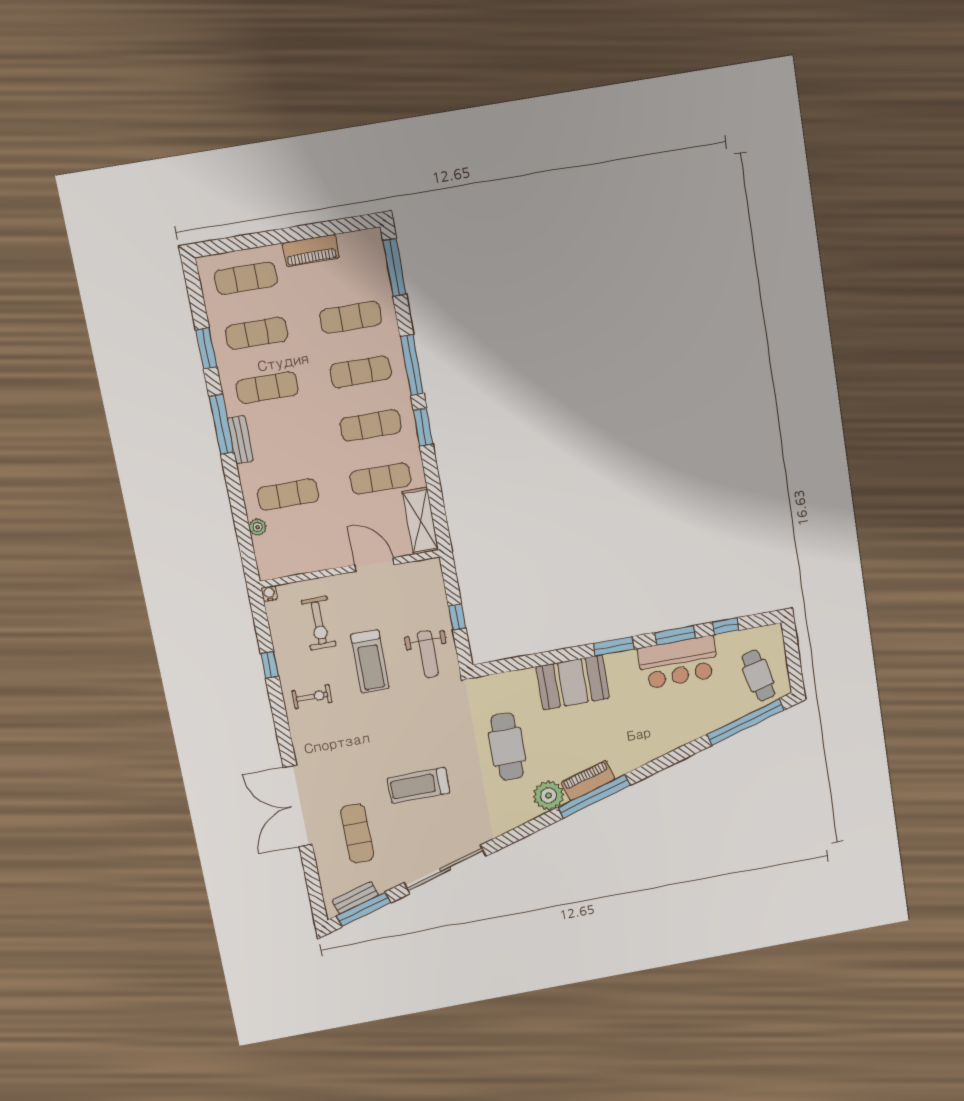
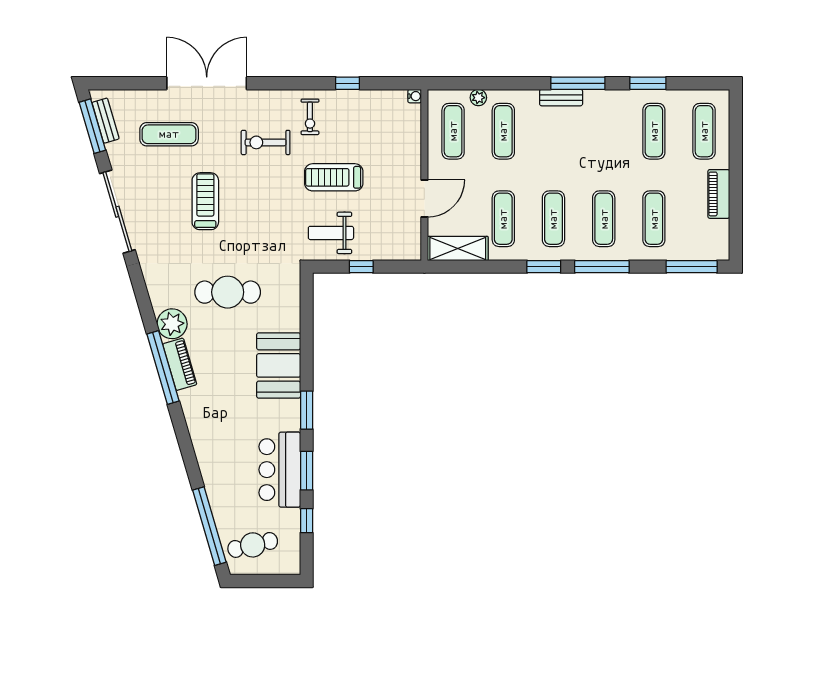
exercise mat: (267, 388) -> (453, 131), moved
exercise bike: (319, 623) -> (266, 142), moved

